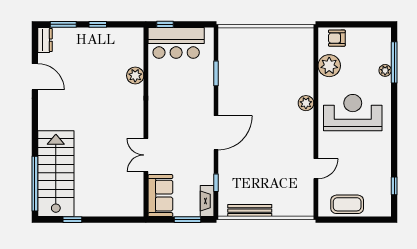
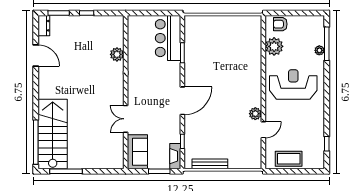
window: (165, 24) -> (141, 13), removed
bar counter: (176, 43) -> (168, 38), moved, turned 90
plant: (306, 103) -> (255, 114), moved
window: (72, 220) -> (66, 171), width x2.17

